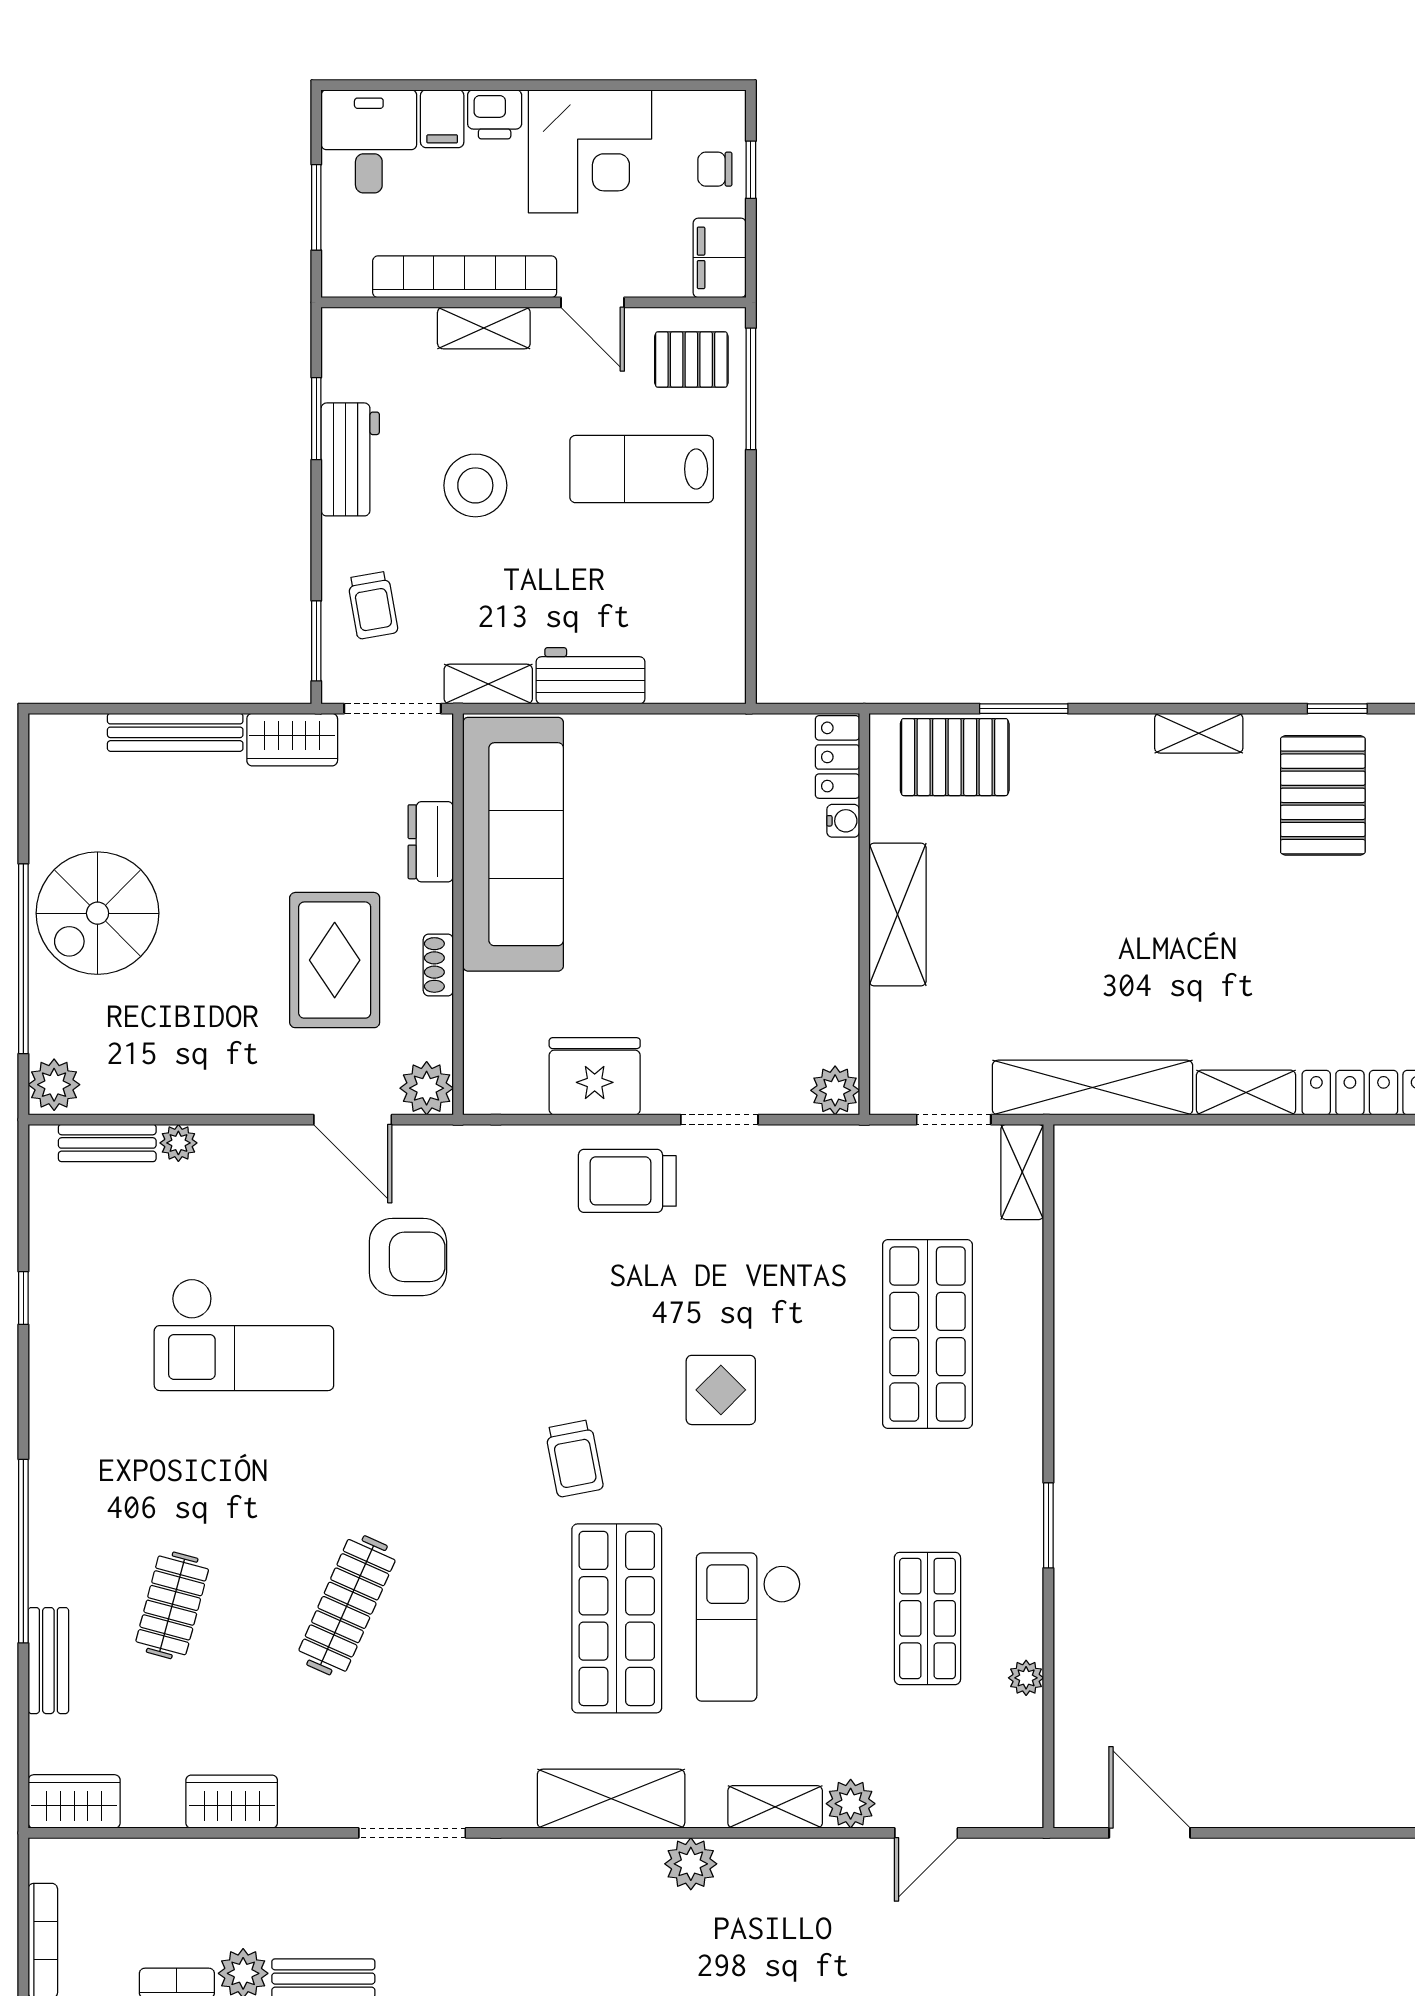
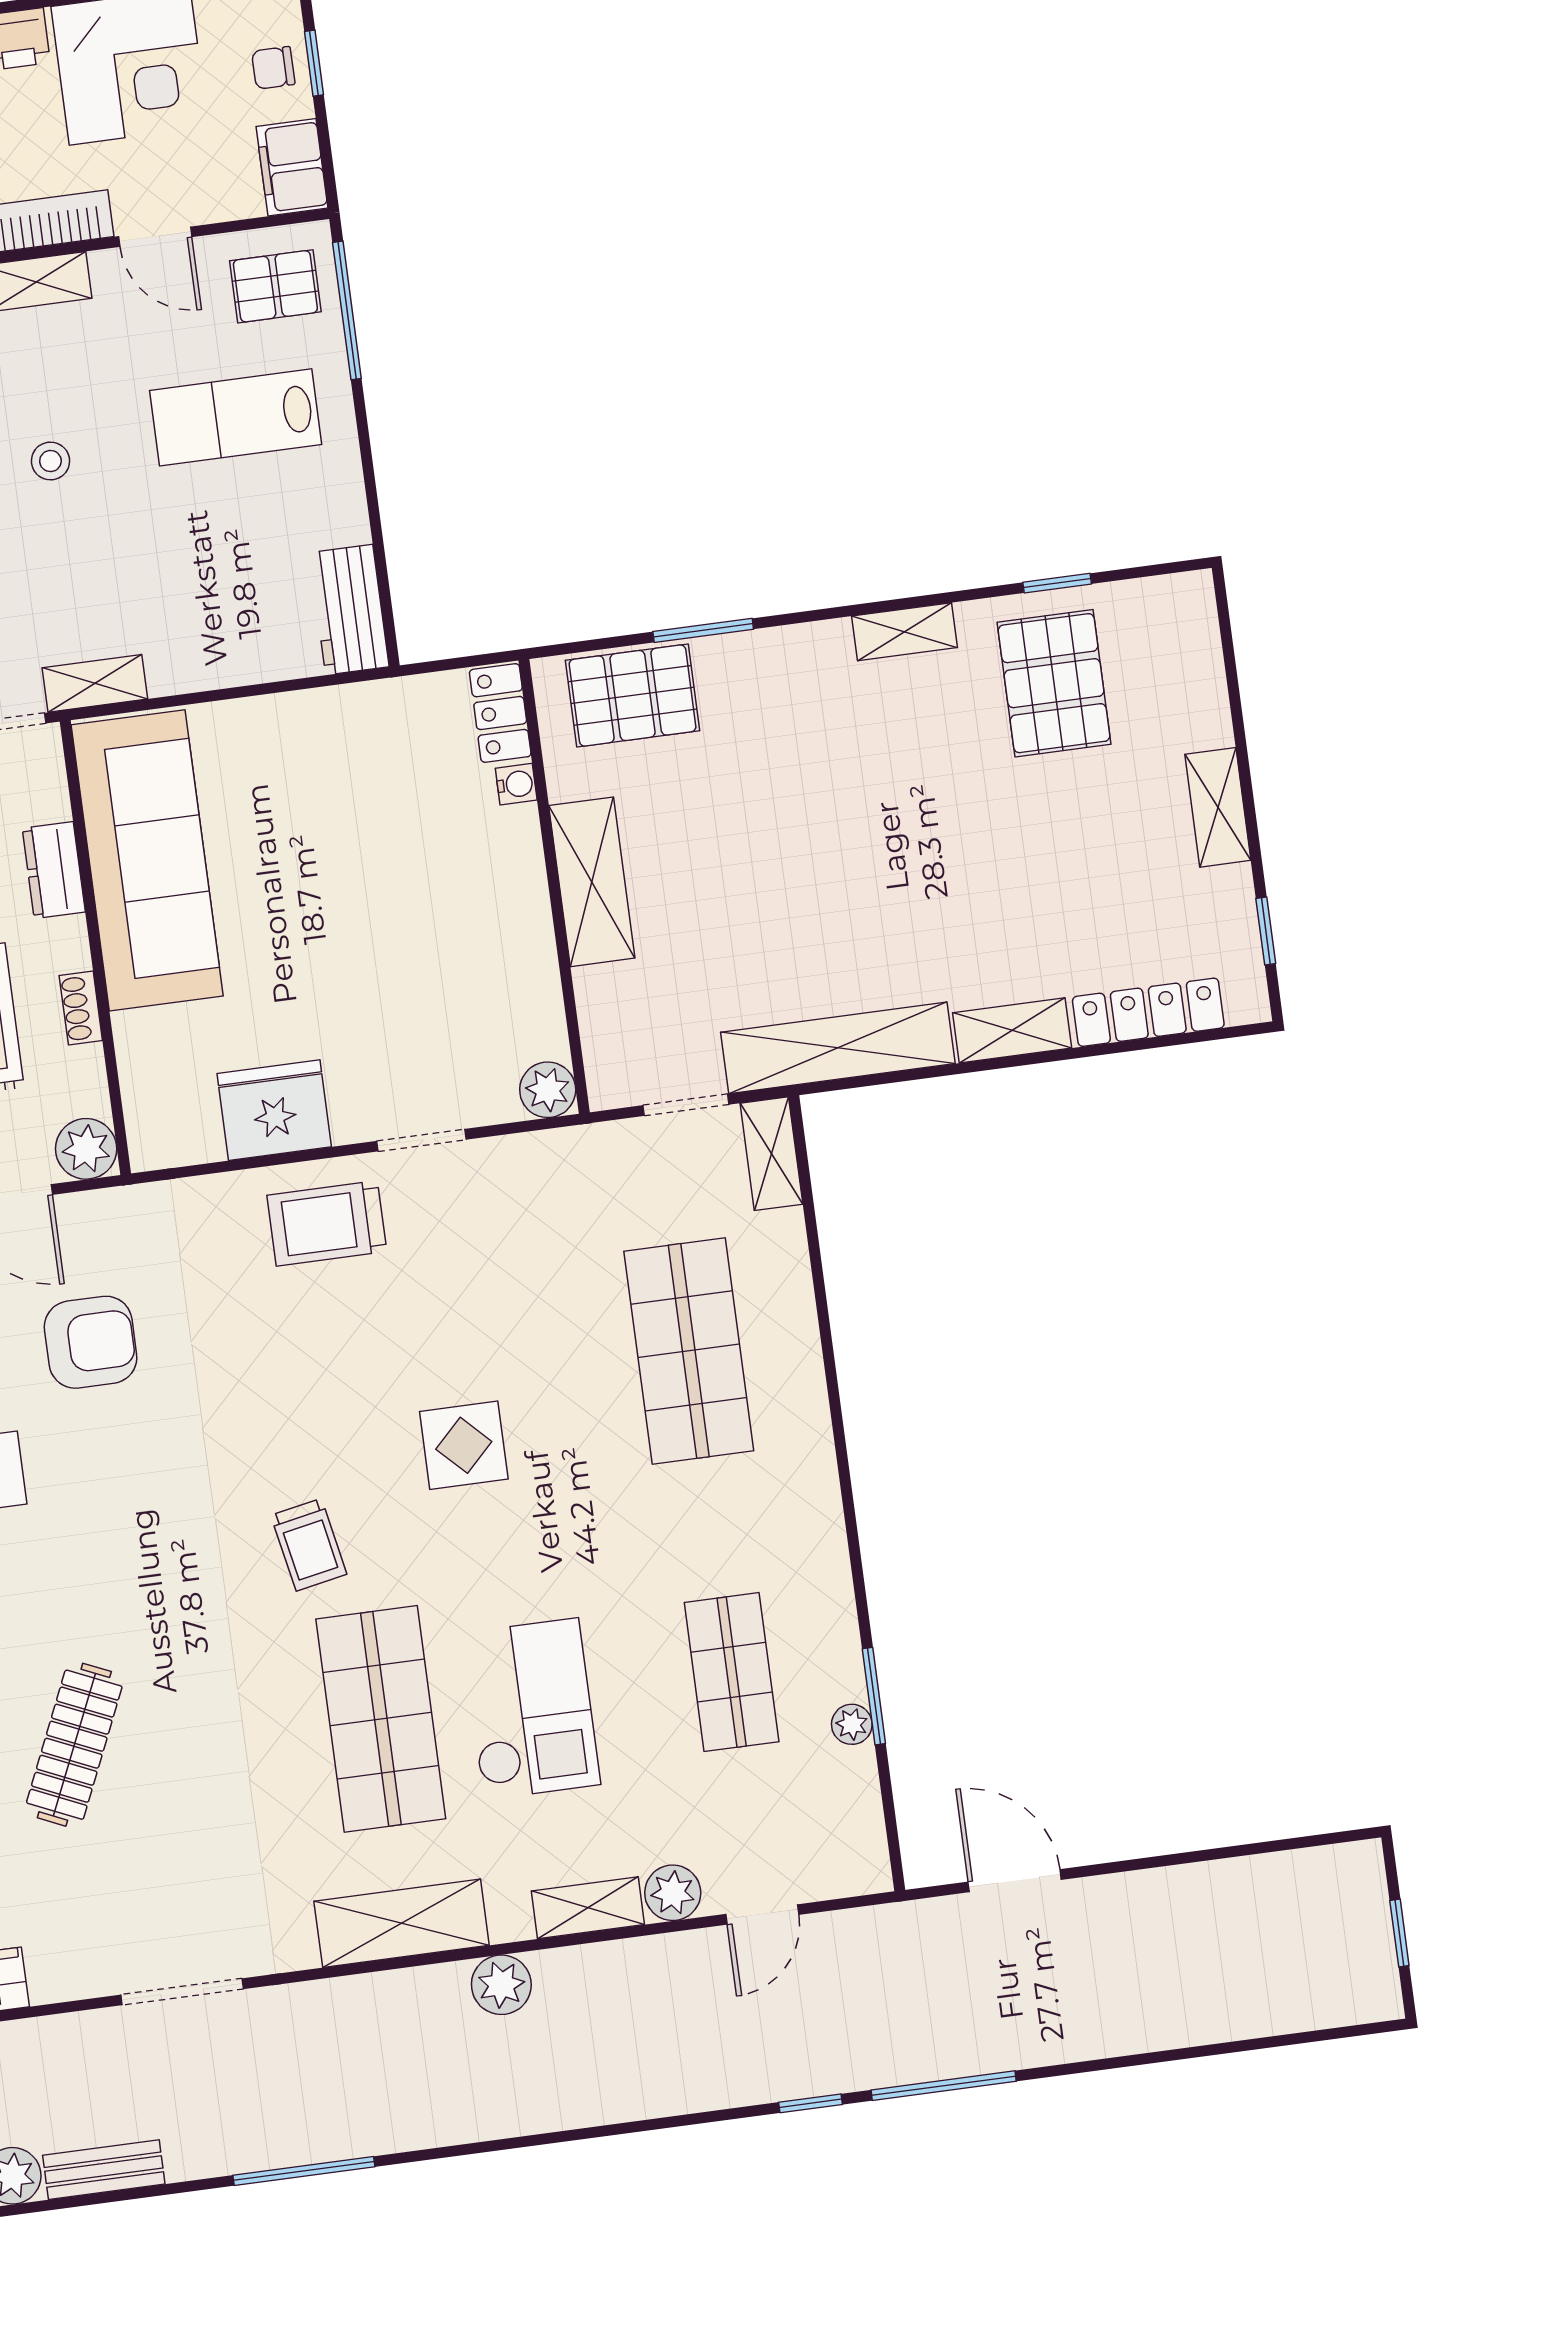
stool: (475, 485) -> (50, 461), width x0.53, depth x0.53
workbench: (591, 676) -> (349, 610), moved, turned -90
window: (1048, 1525) -> (874, 1696), moved
checkout: (748, 1627) -> (531, 1709), turned 180

